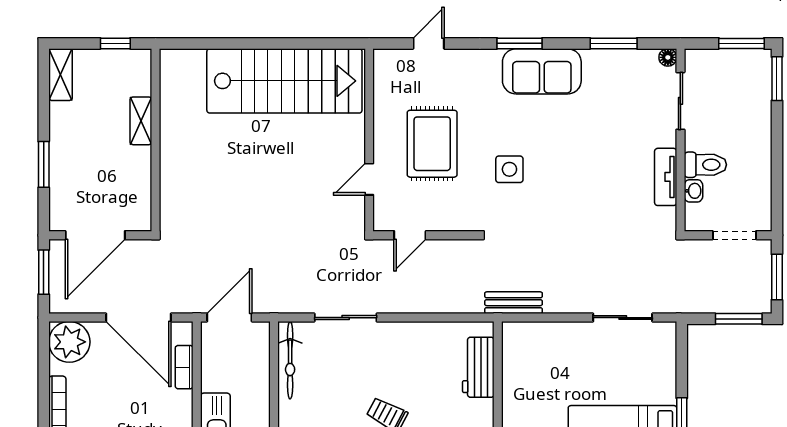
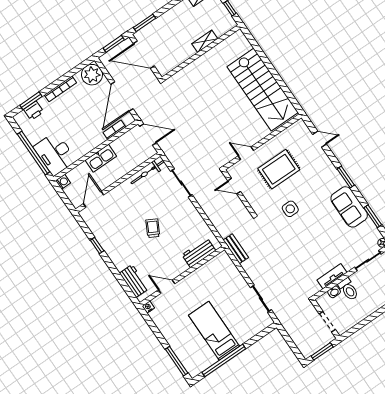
sofa: (542, 71) -> (349, 207), moved
window: (44, 164) -> (144, 23), moved
window: (739, 319) -> (294, 347), removed

